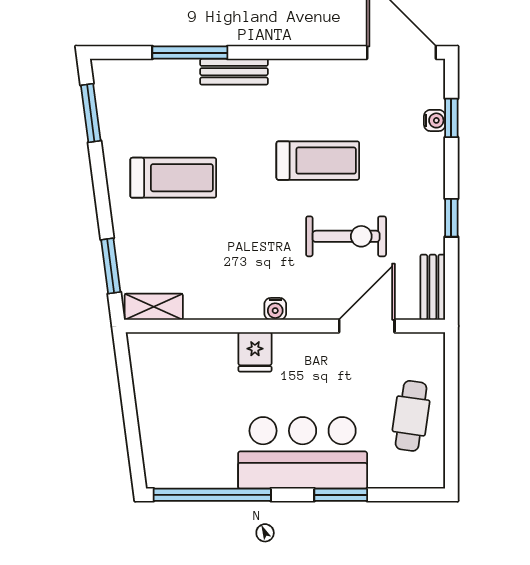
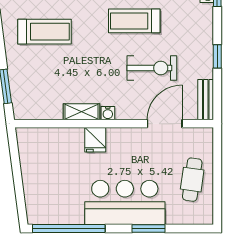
treadmill: (318, 161) -> (134, 21), turned 180
shelving: (154, 307) -> (81, 112), moved

